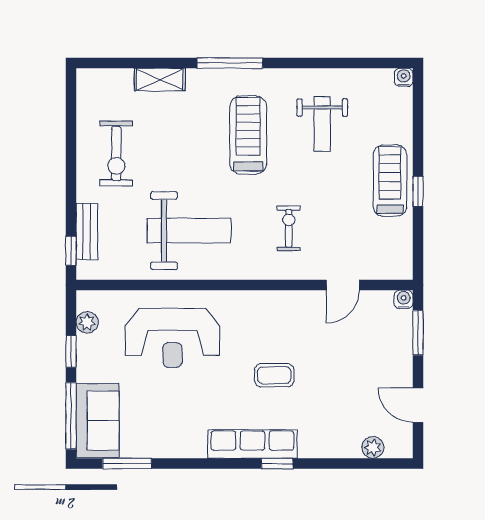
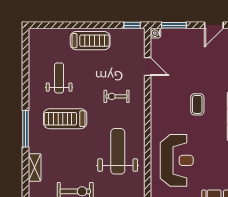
water cooler: (404, 77) -> (33, 33), removed
weight bench: (322, 124) -> (59, 78), turned -90
treadmill: (390, 181) -> (90, 41), turned 180
window: (418, 191) -> (132, 25), moved

